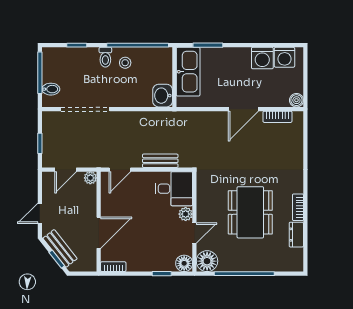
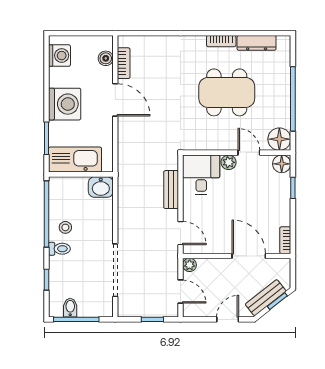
washing machine: (262, 58) -> (65, 104), moved, width x1.37, depth x1.37
bidet: (51, 89) -> (70, 308), moved
boiler: (296, 100) -> (106, 58), moved
door: (40, 213) -> (228, 319), swing flipped
dresser: (296, 235) -> (257, 43), width x1.44

